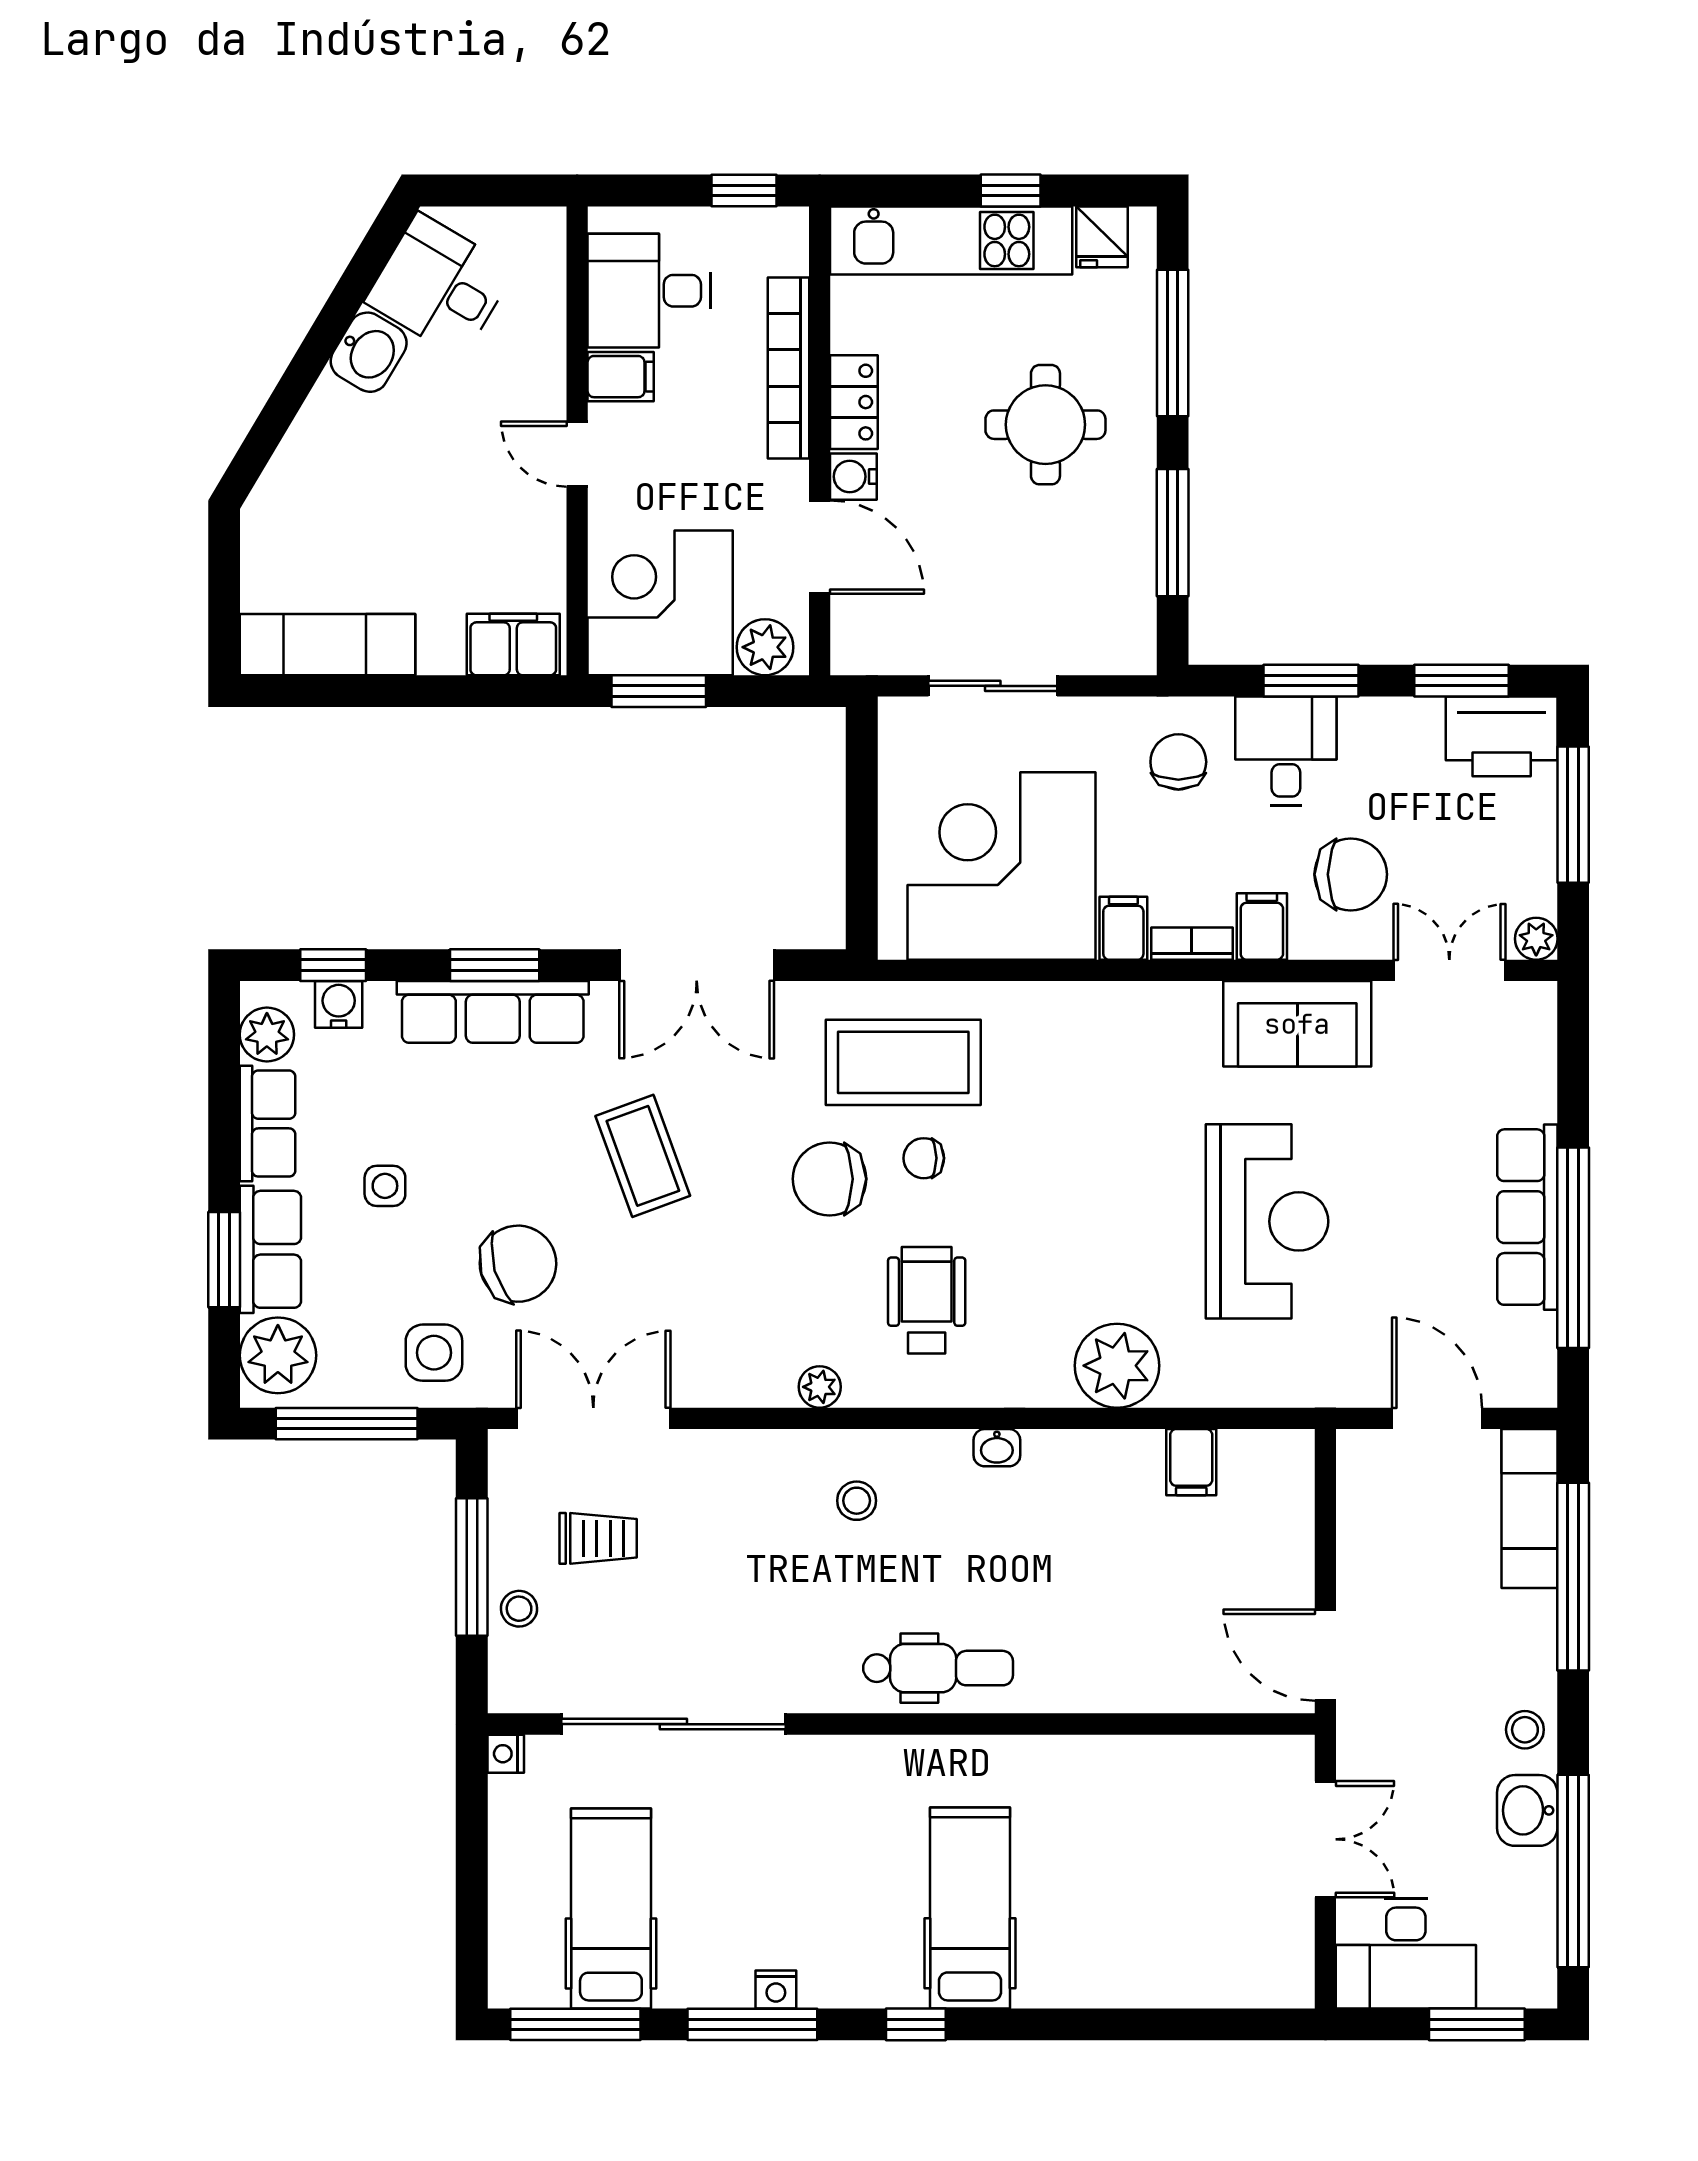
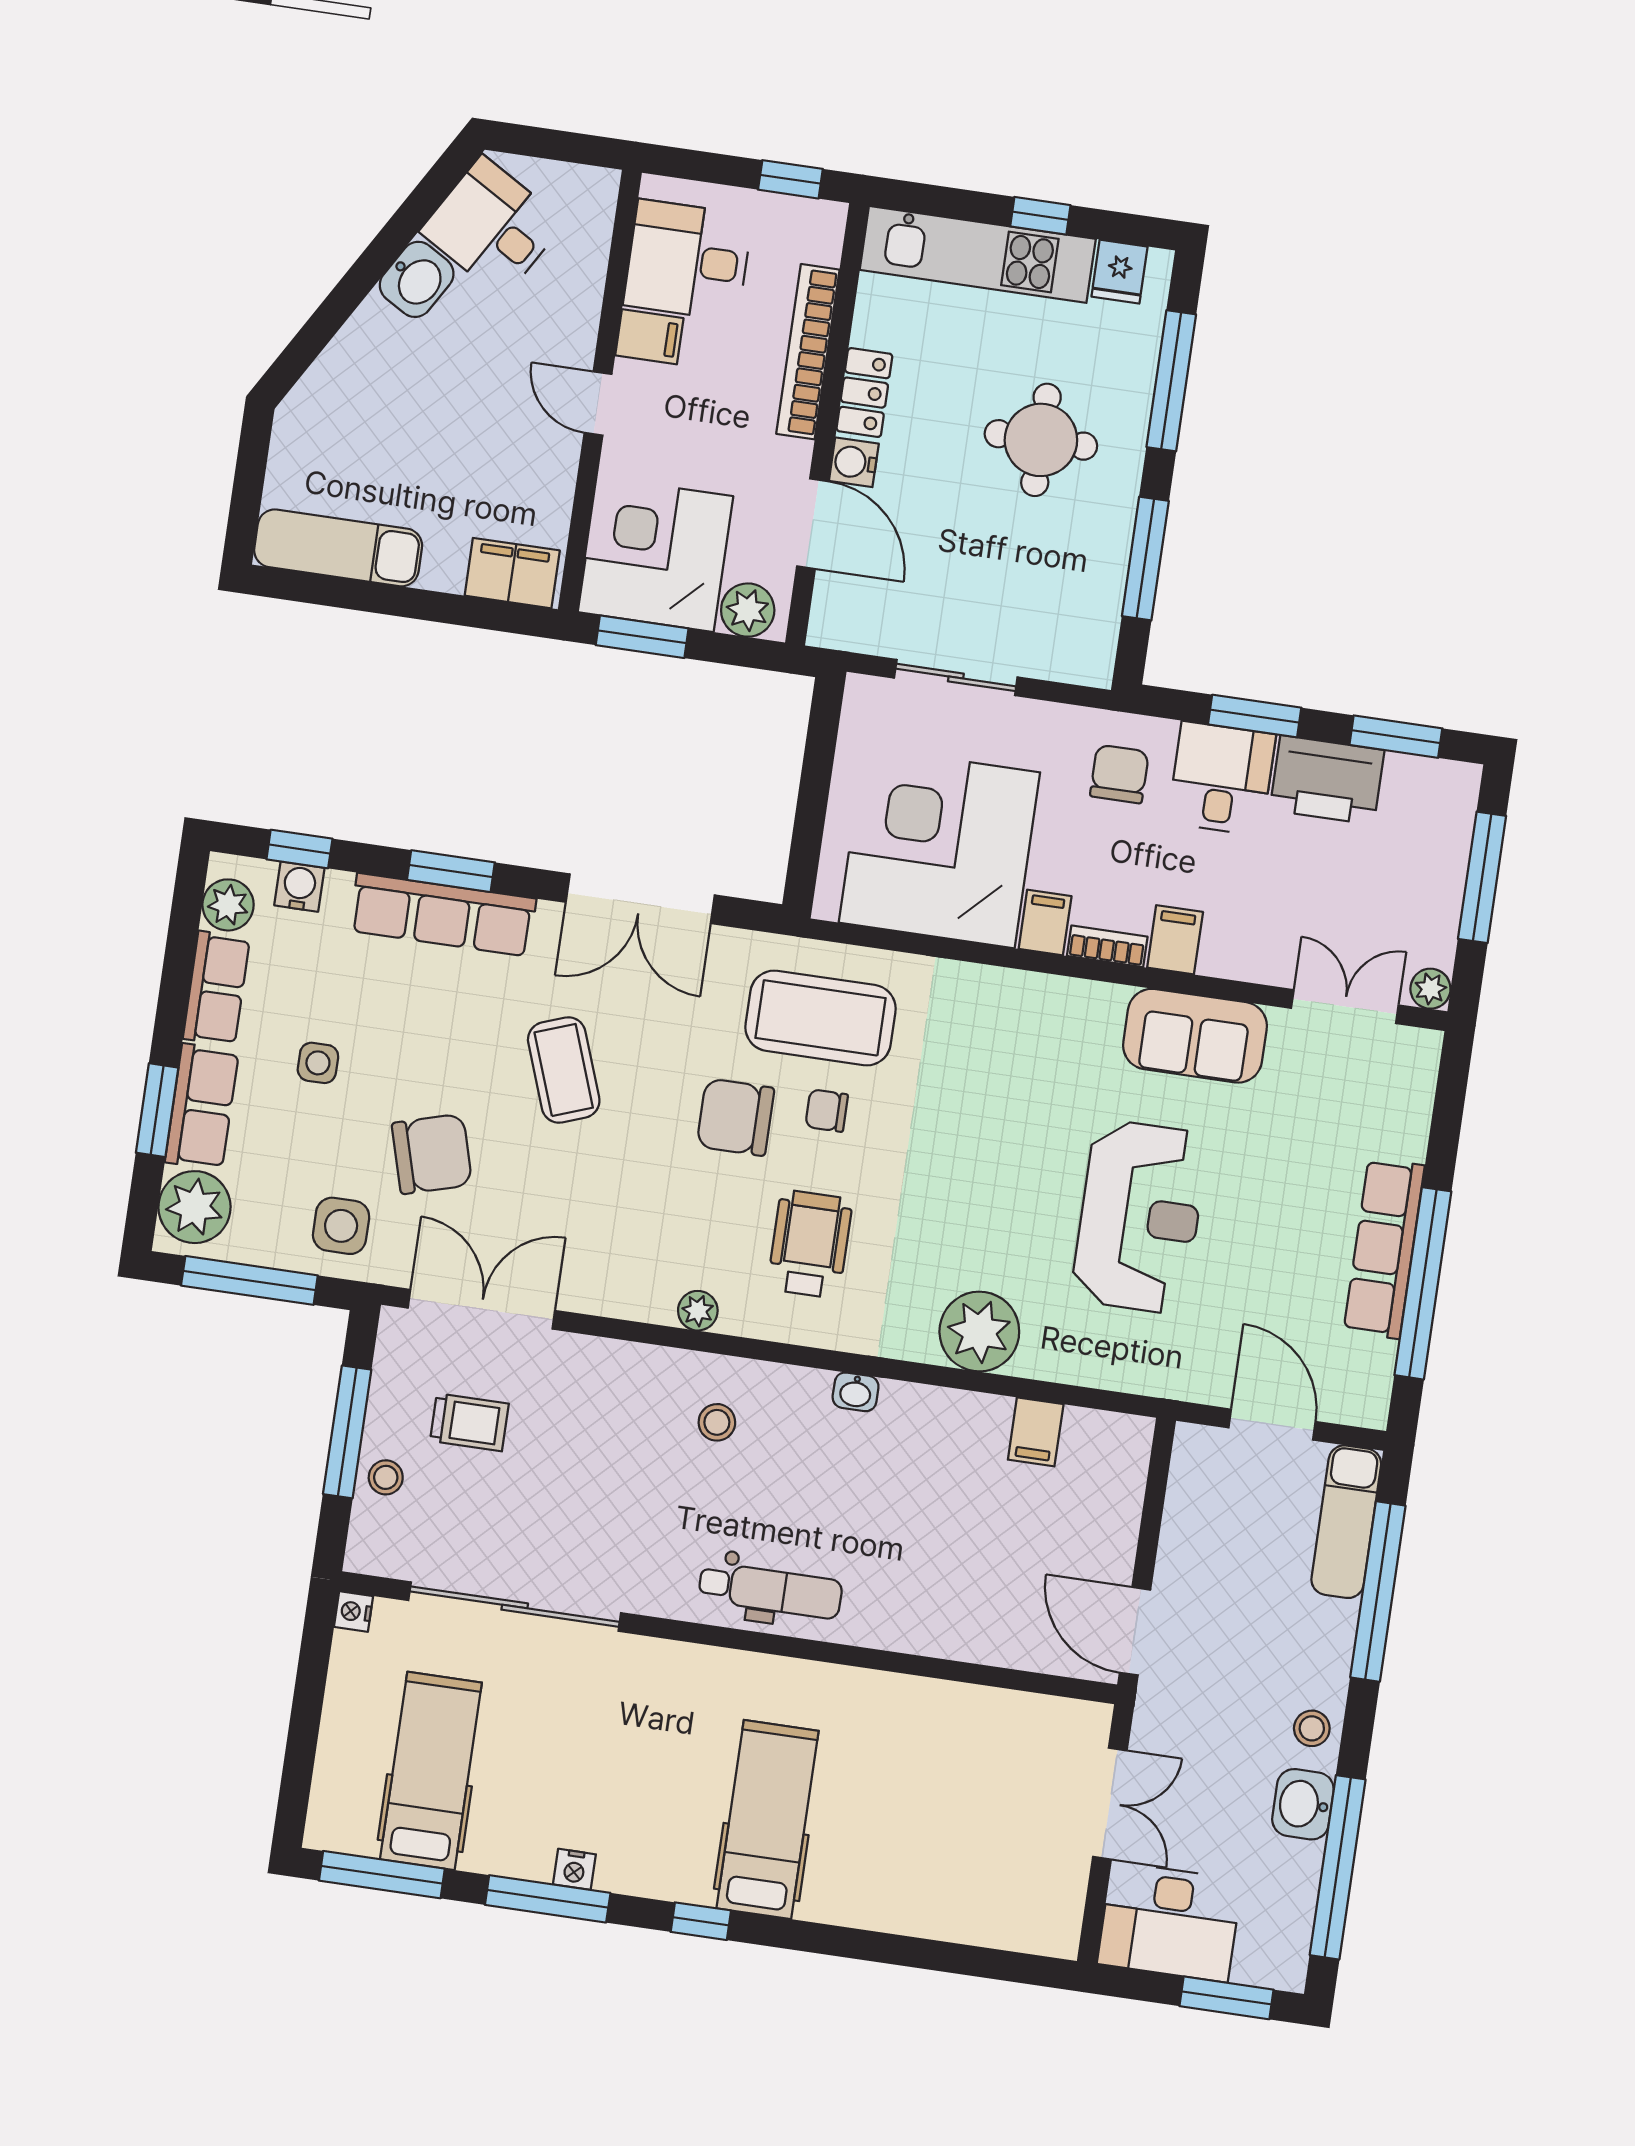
printer: (1502, 736) -> (1327, 780), moved
chair: (1351, 874) -> (1265, 903), removed

